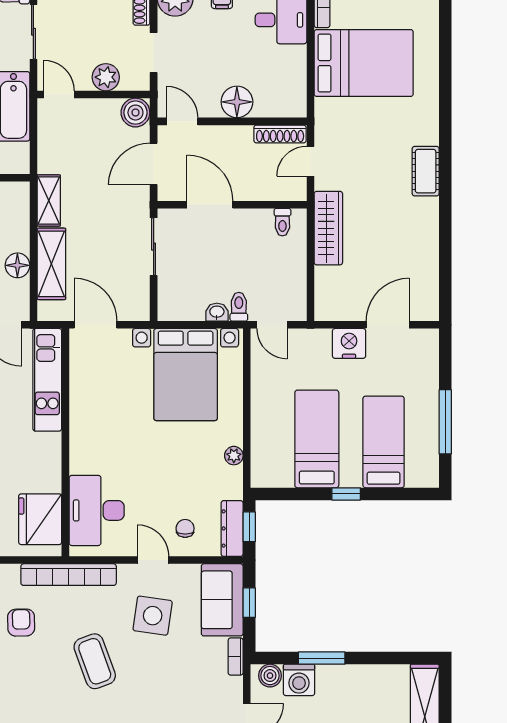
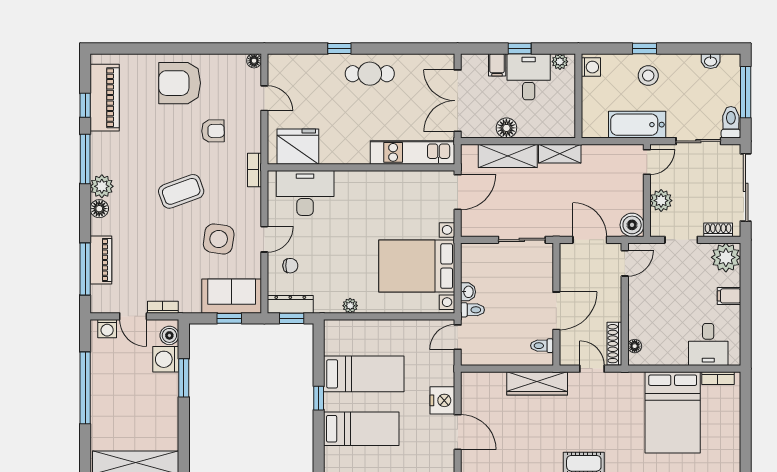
floor lamp: (237, 102) -> (635, 346), moved, width x0.53, depth x0.53
door: (210, 205) -> (556, 311), moved
bookcase: (69, 575) -> (255, 170), width x0.43, depth x0.76
bookcase: (236, 657) -> (163, 307), moved

